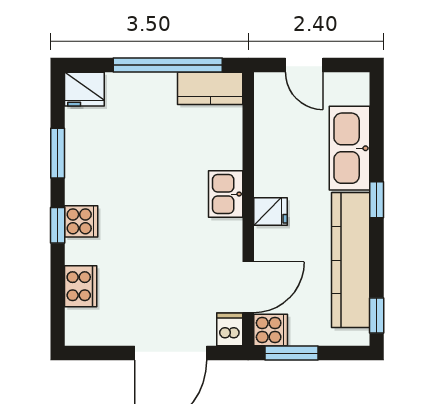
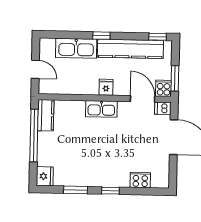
door: (304, 65) -> (35, 69), hinge flipped
kitchen sink: (226, 194) -> (101, 109), width x1.38
cooker: (81, 221) -> (109, 179), removed

